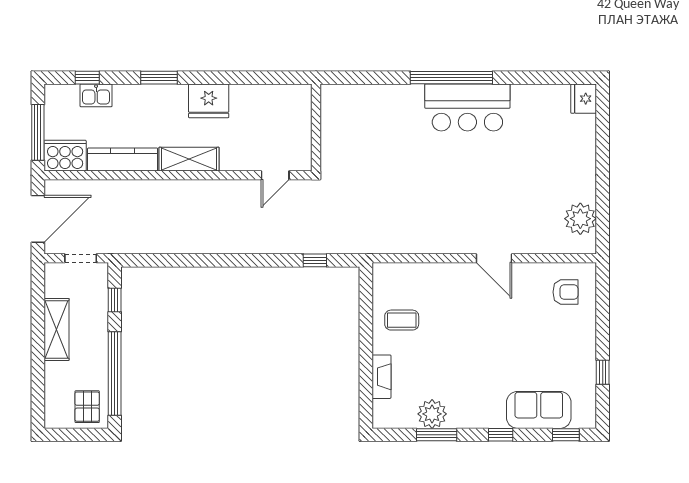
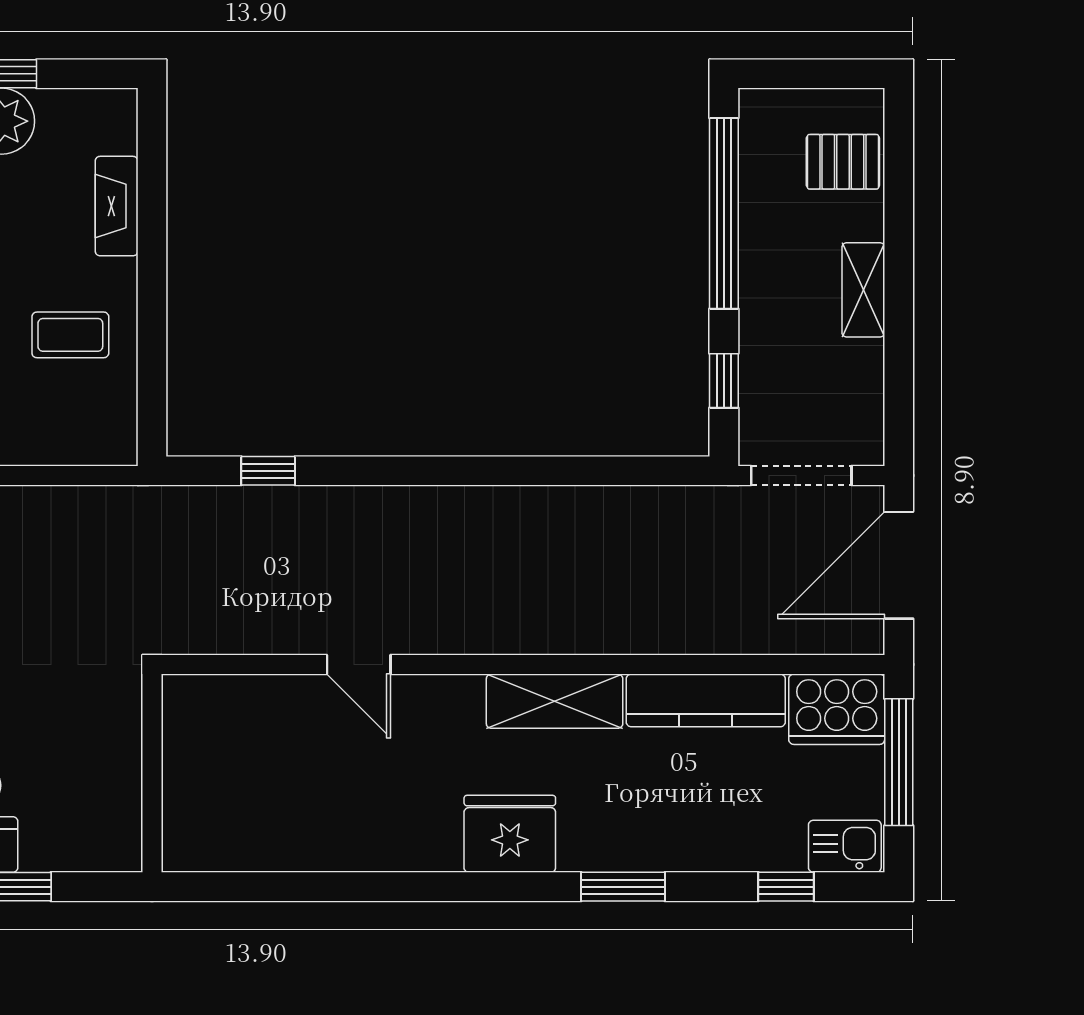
kitchen sink: (96, 95) -> (845, 846), moved
wall: (316, 127) -> (152, 773), moved
door: (275, 175) -> (359, 665), swing flipped
doorway: (81, 258) -> (801, 476), width x1.38
shelving: (56, 329) -> (863, 290), width x0.67, depth x0.75
pallet: (87, 407) -> (843, 162), moved, turned 90

